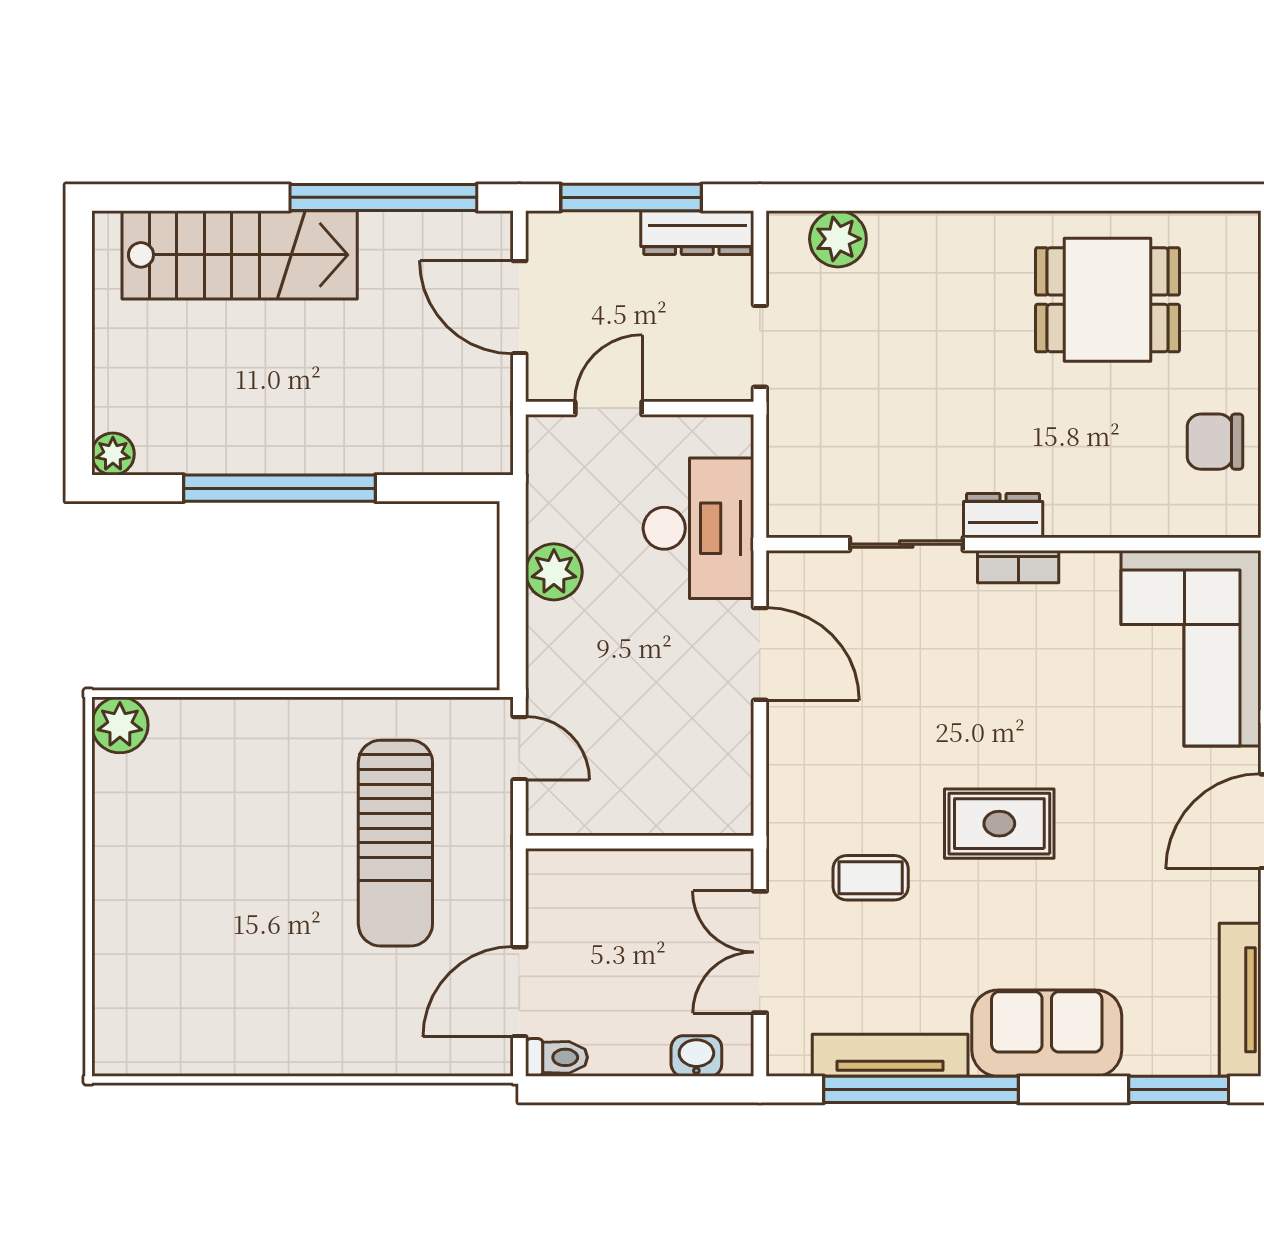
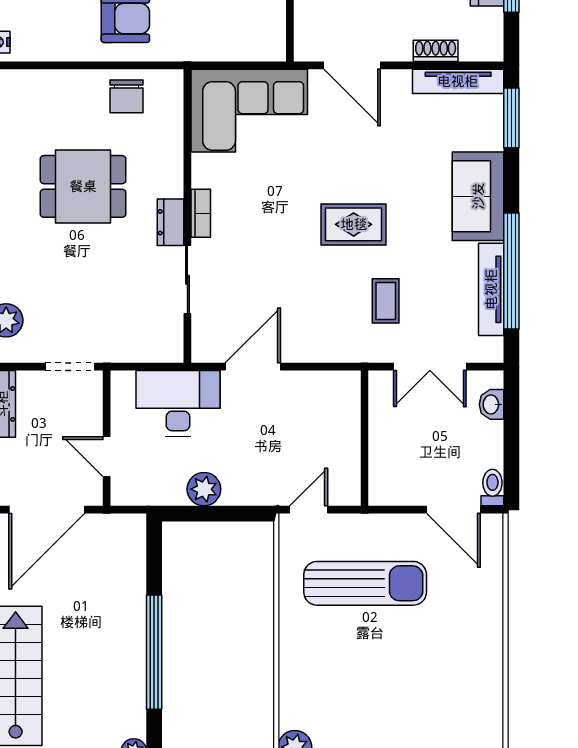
dining table: (1108, 300) -> (83, 186), moved, turned 90
door: (519, 307) -> (47, 510), width x1.36
rug: (999, 824) -> (354, 224), turned 90

